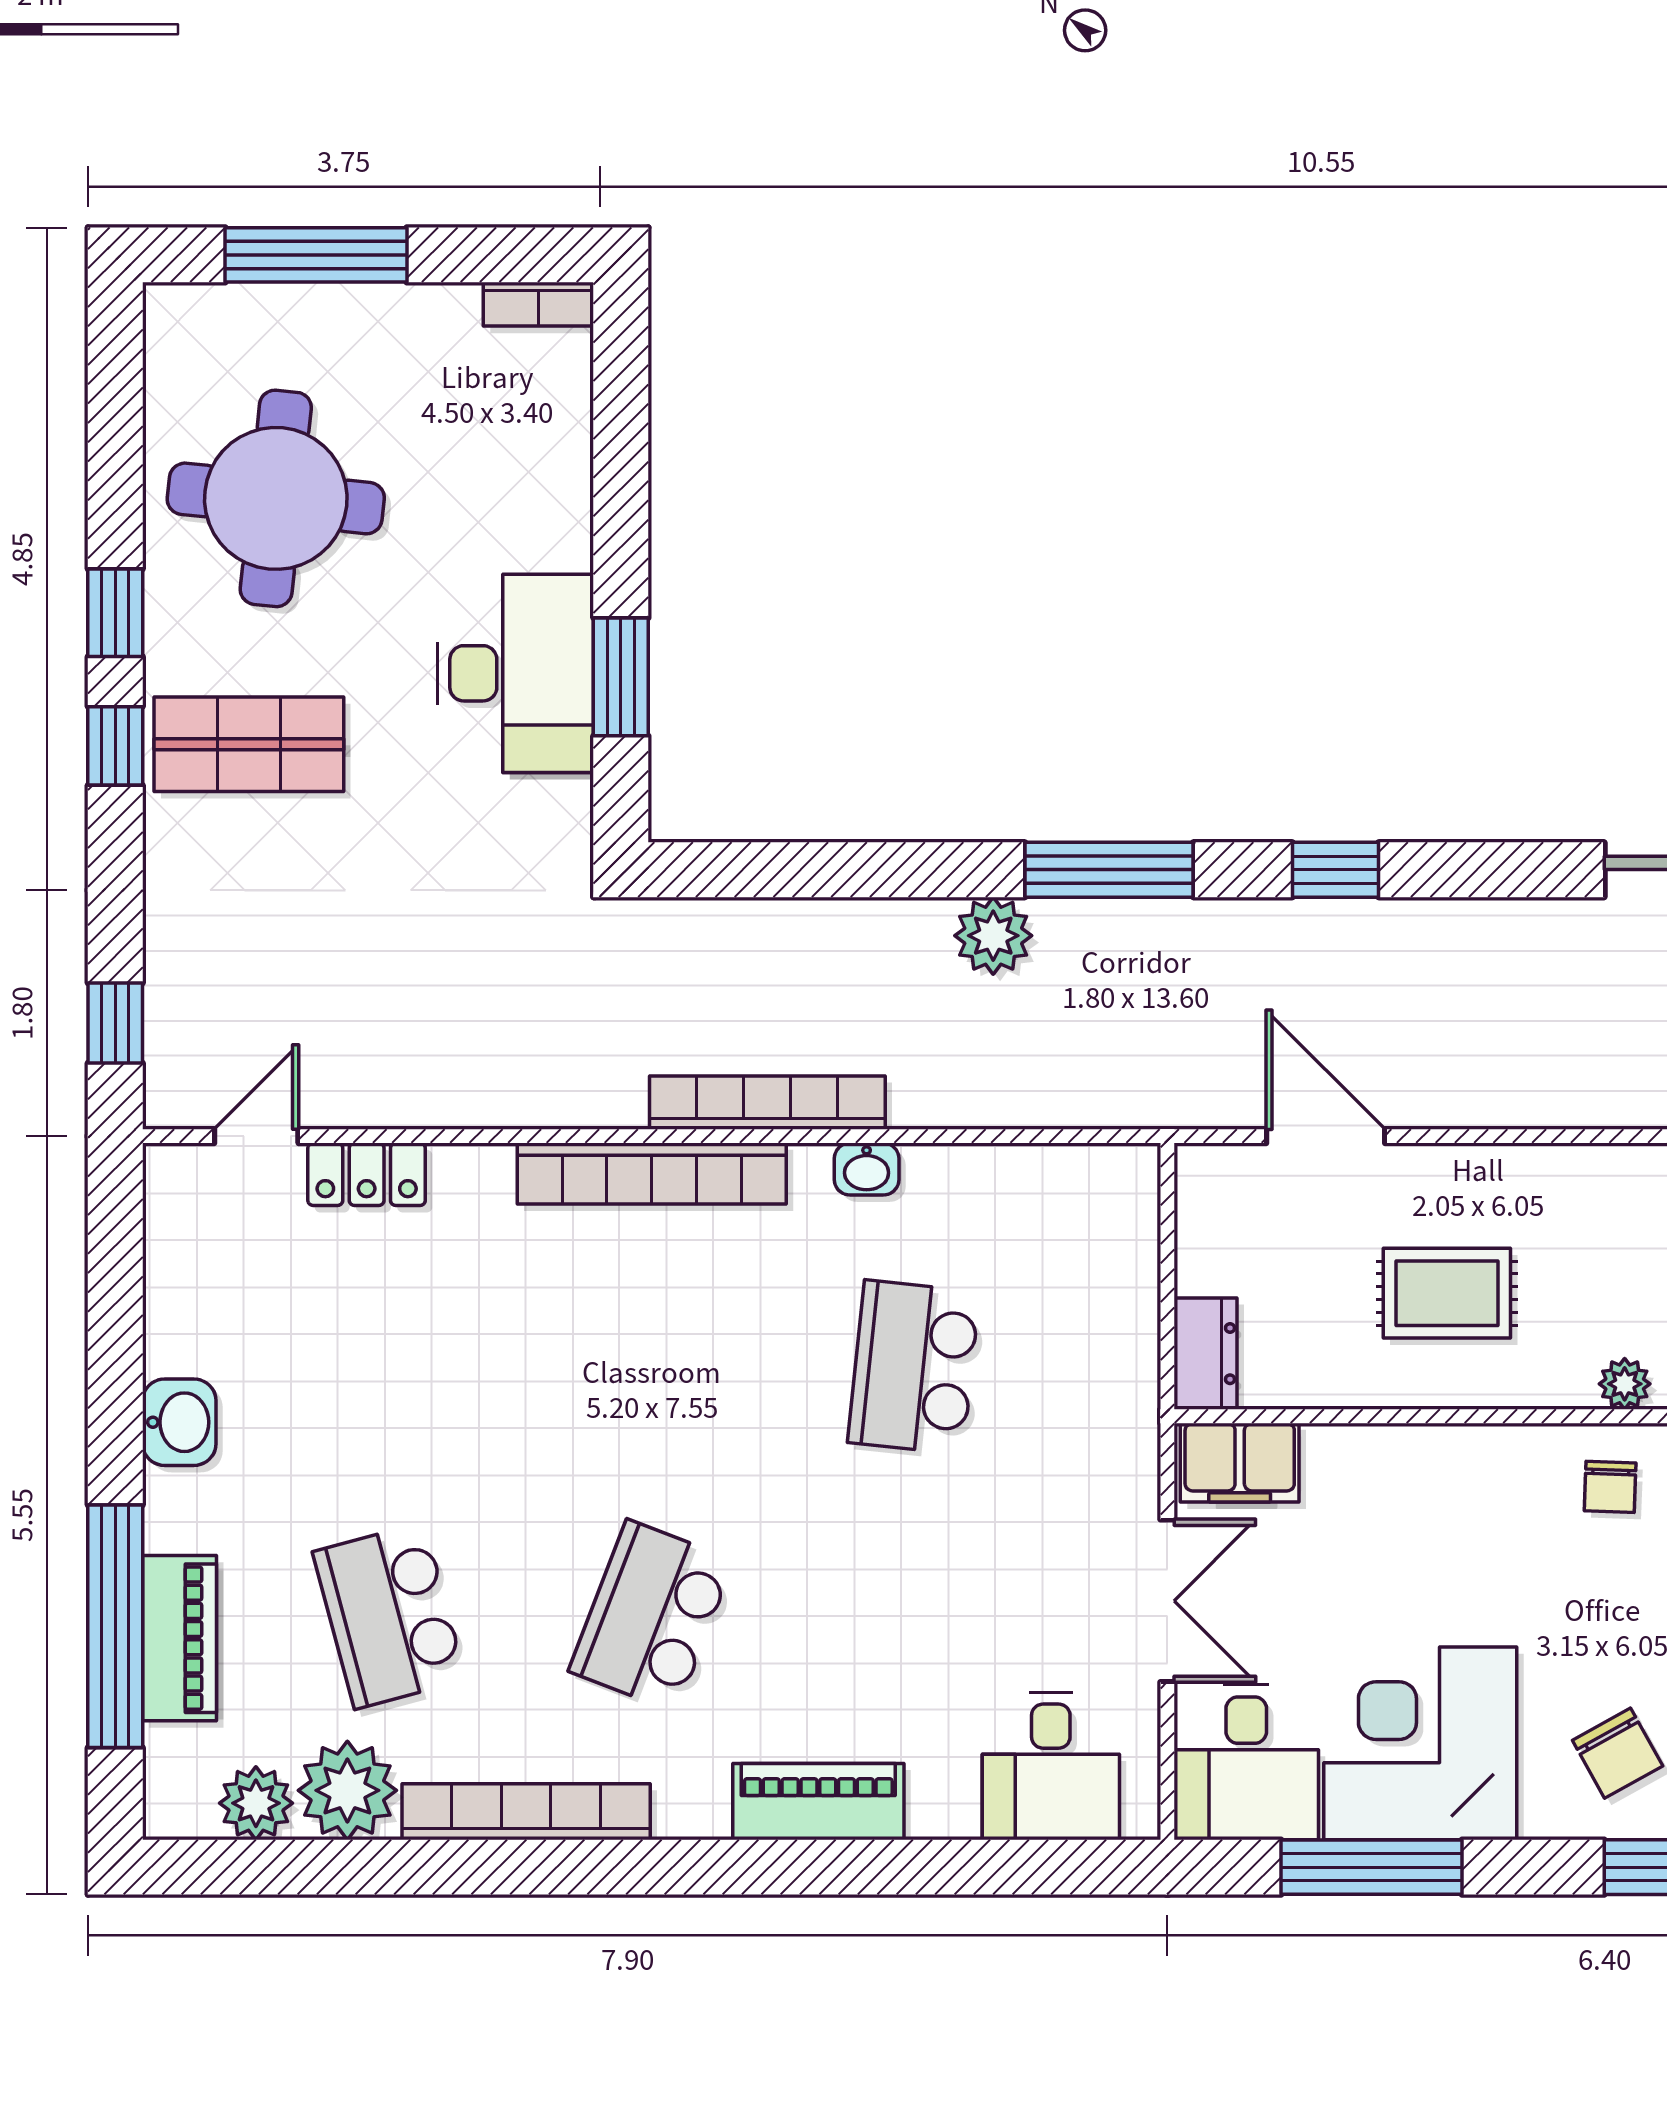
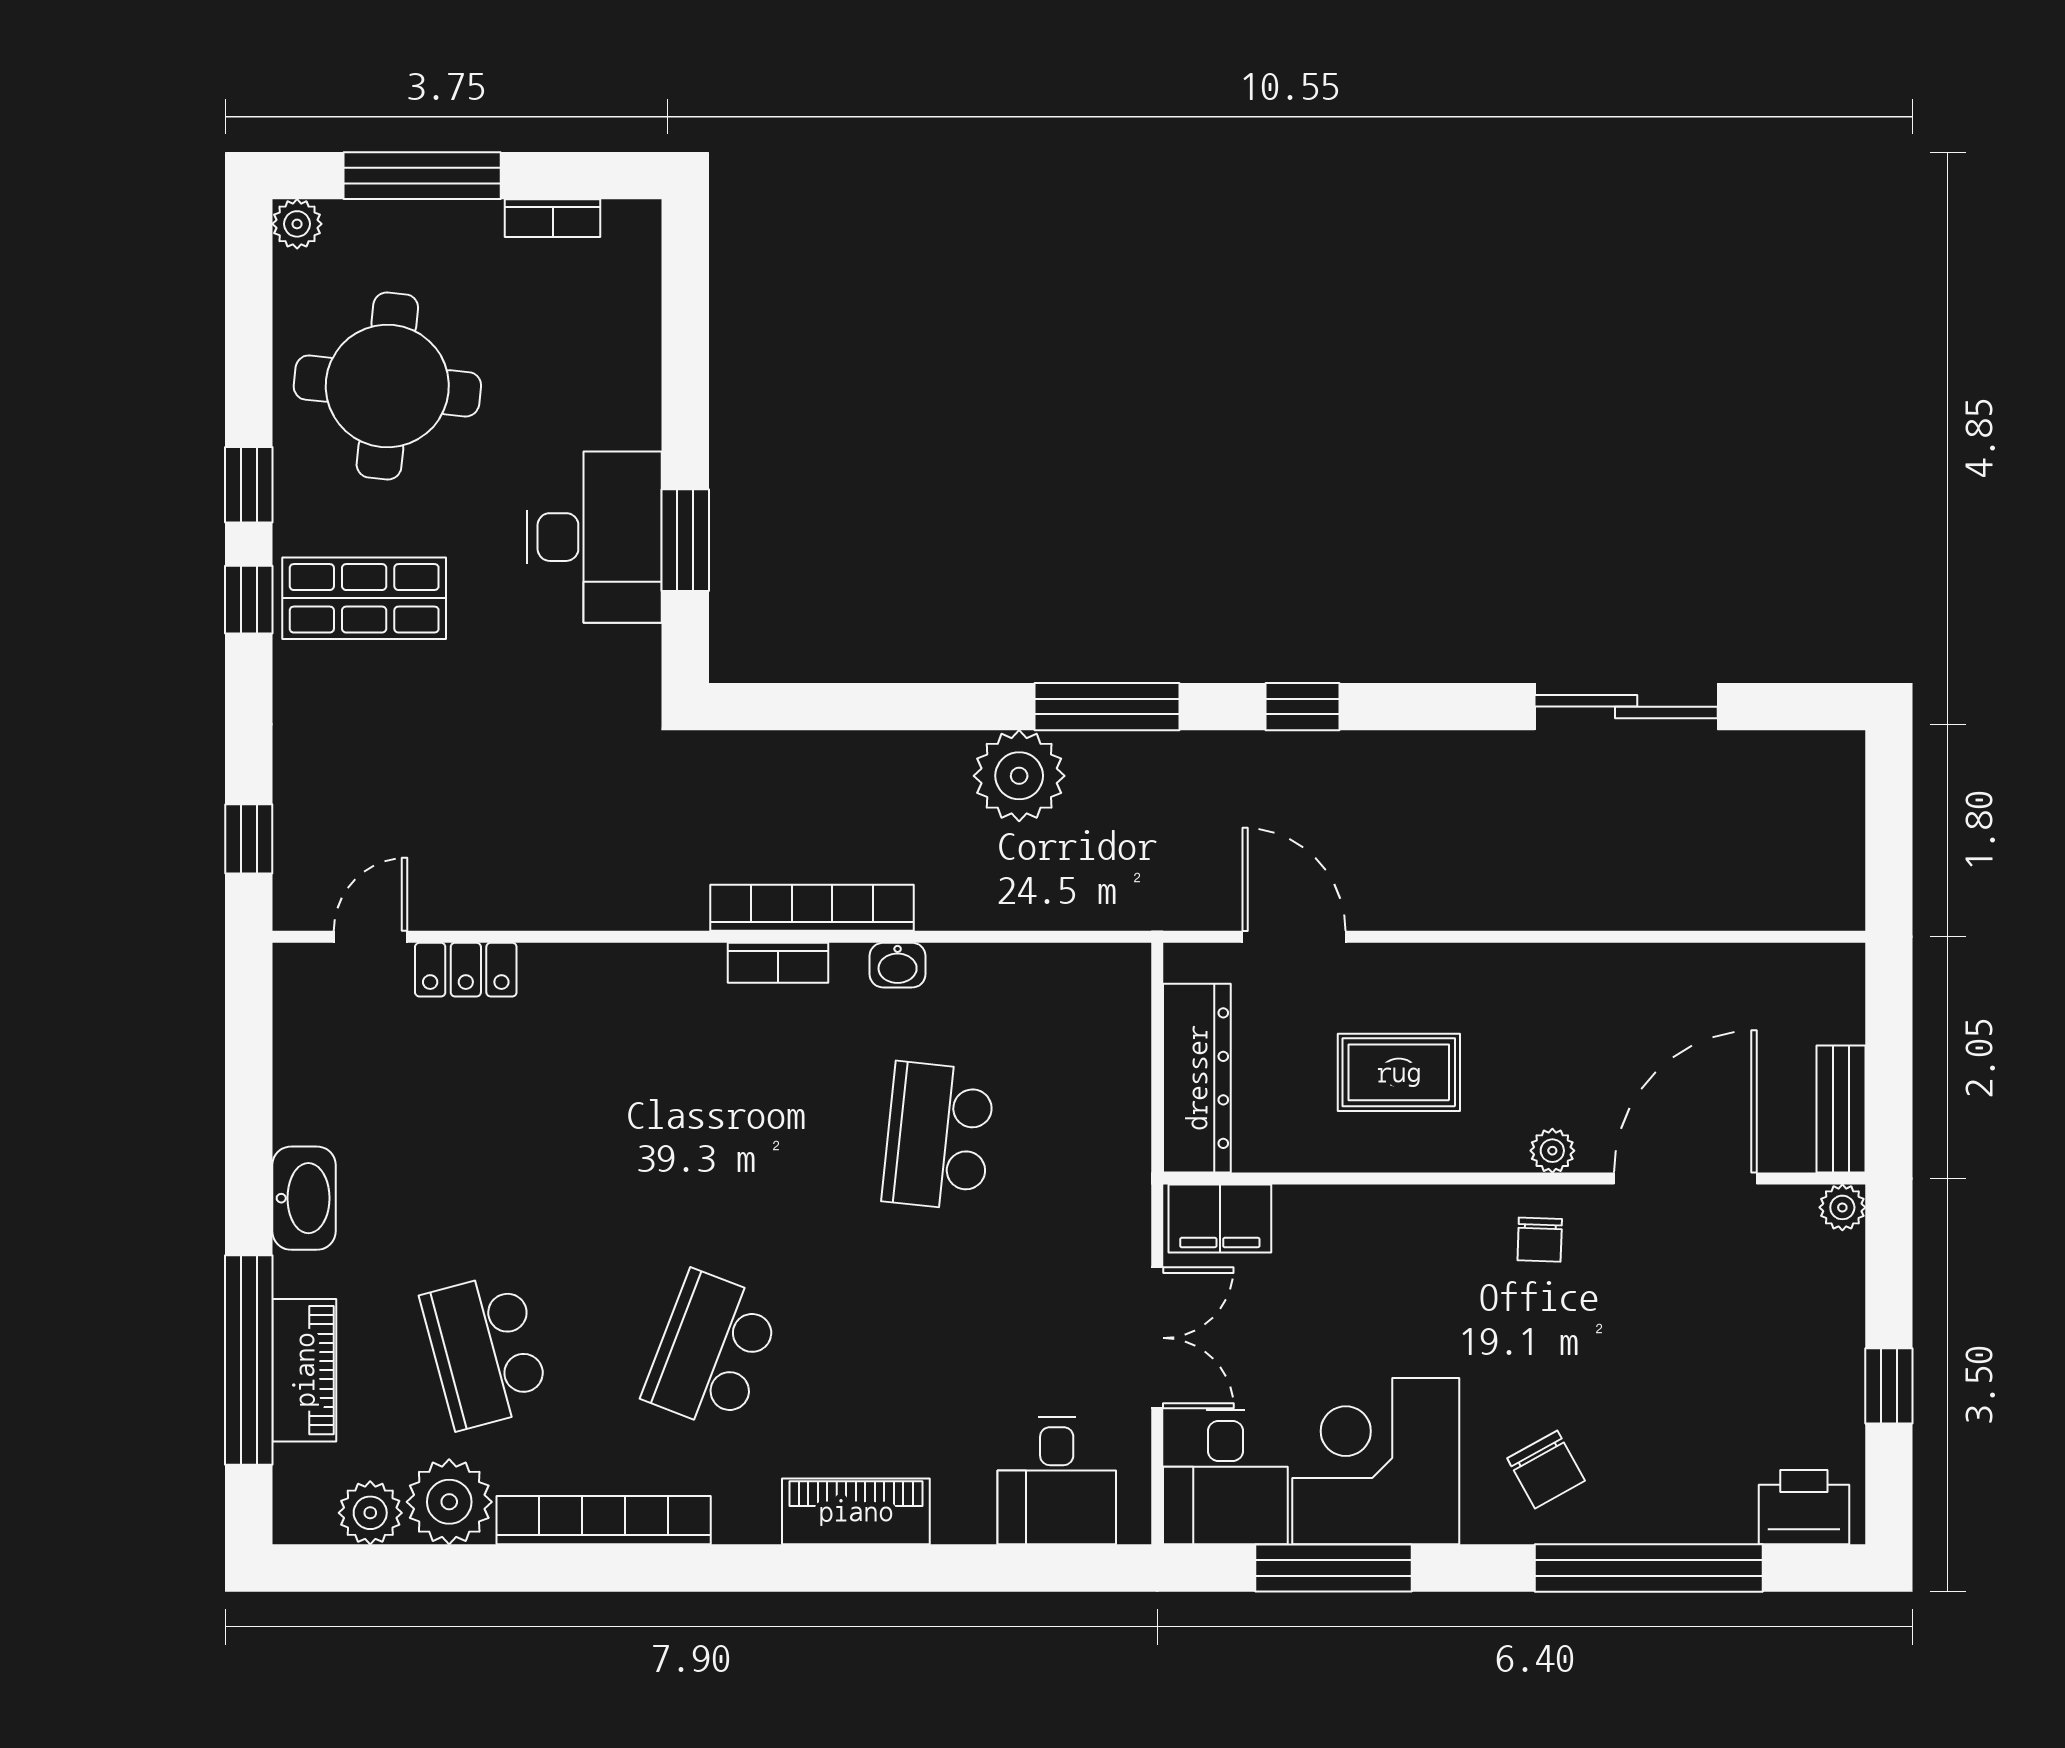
bookcase: (538, 304) -> (553, 218), moved
plant: (171, 311) -> (297, 224), added
plant: (993, 936) -> (1019, 776), width x1.36, depth x1.36
bookcase: (652, 1173) -> (778, 963), width x0.43, depth x0.76
dresser: (1206, 1354) -> (1197, 1078), width x1.96, depth x1.24
washbasin: (179, 1422) -> (304, 1198), width x1.38

